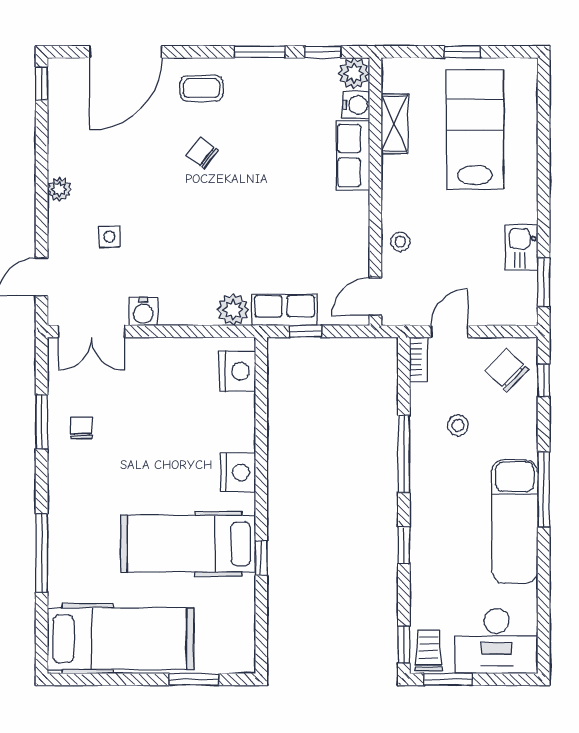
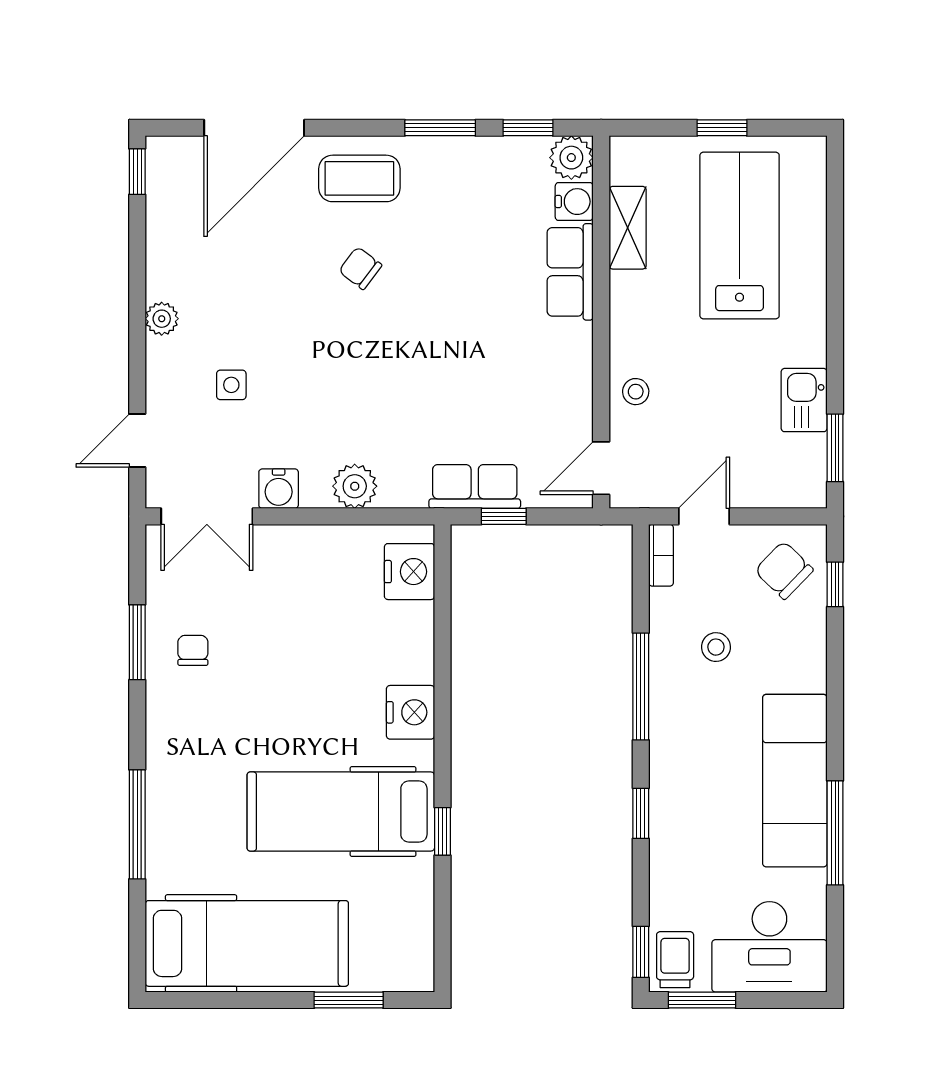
coffee table: (201, 88) -> (359, 178), width x1.36, depth x1.30
plant: (233, 310) -> (355, 486), moved
window: (544, 489) -> (835, 833), moved

